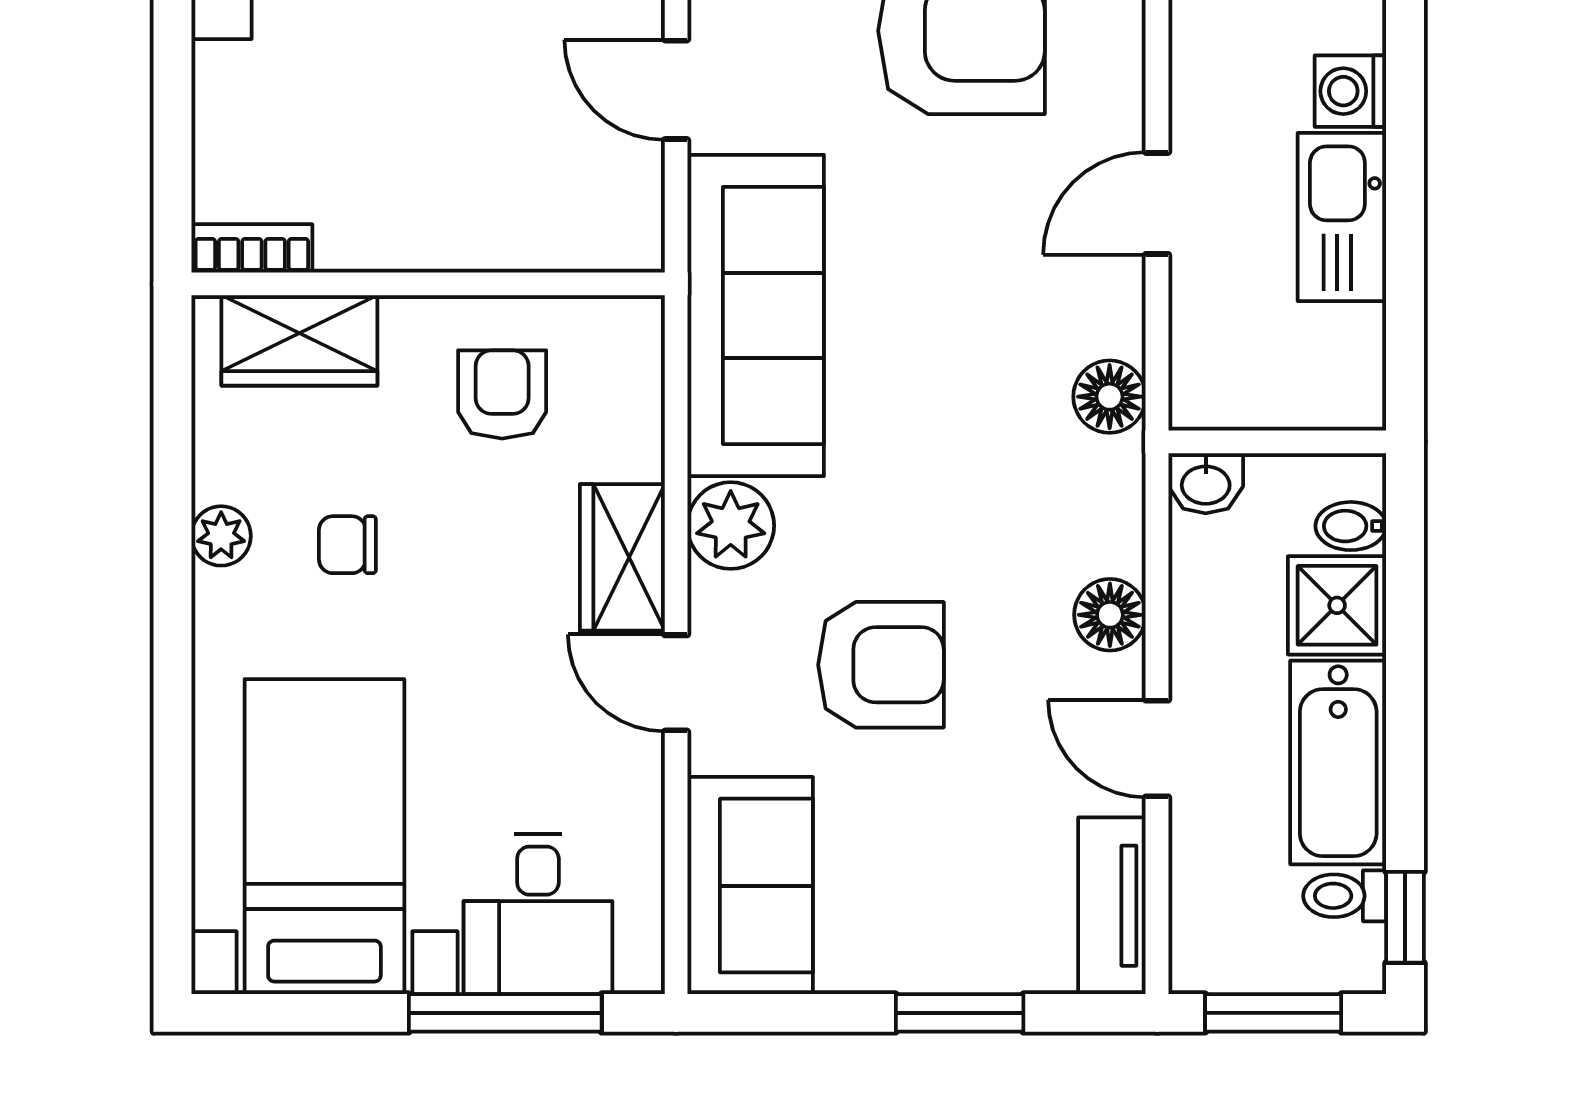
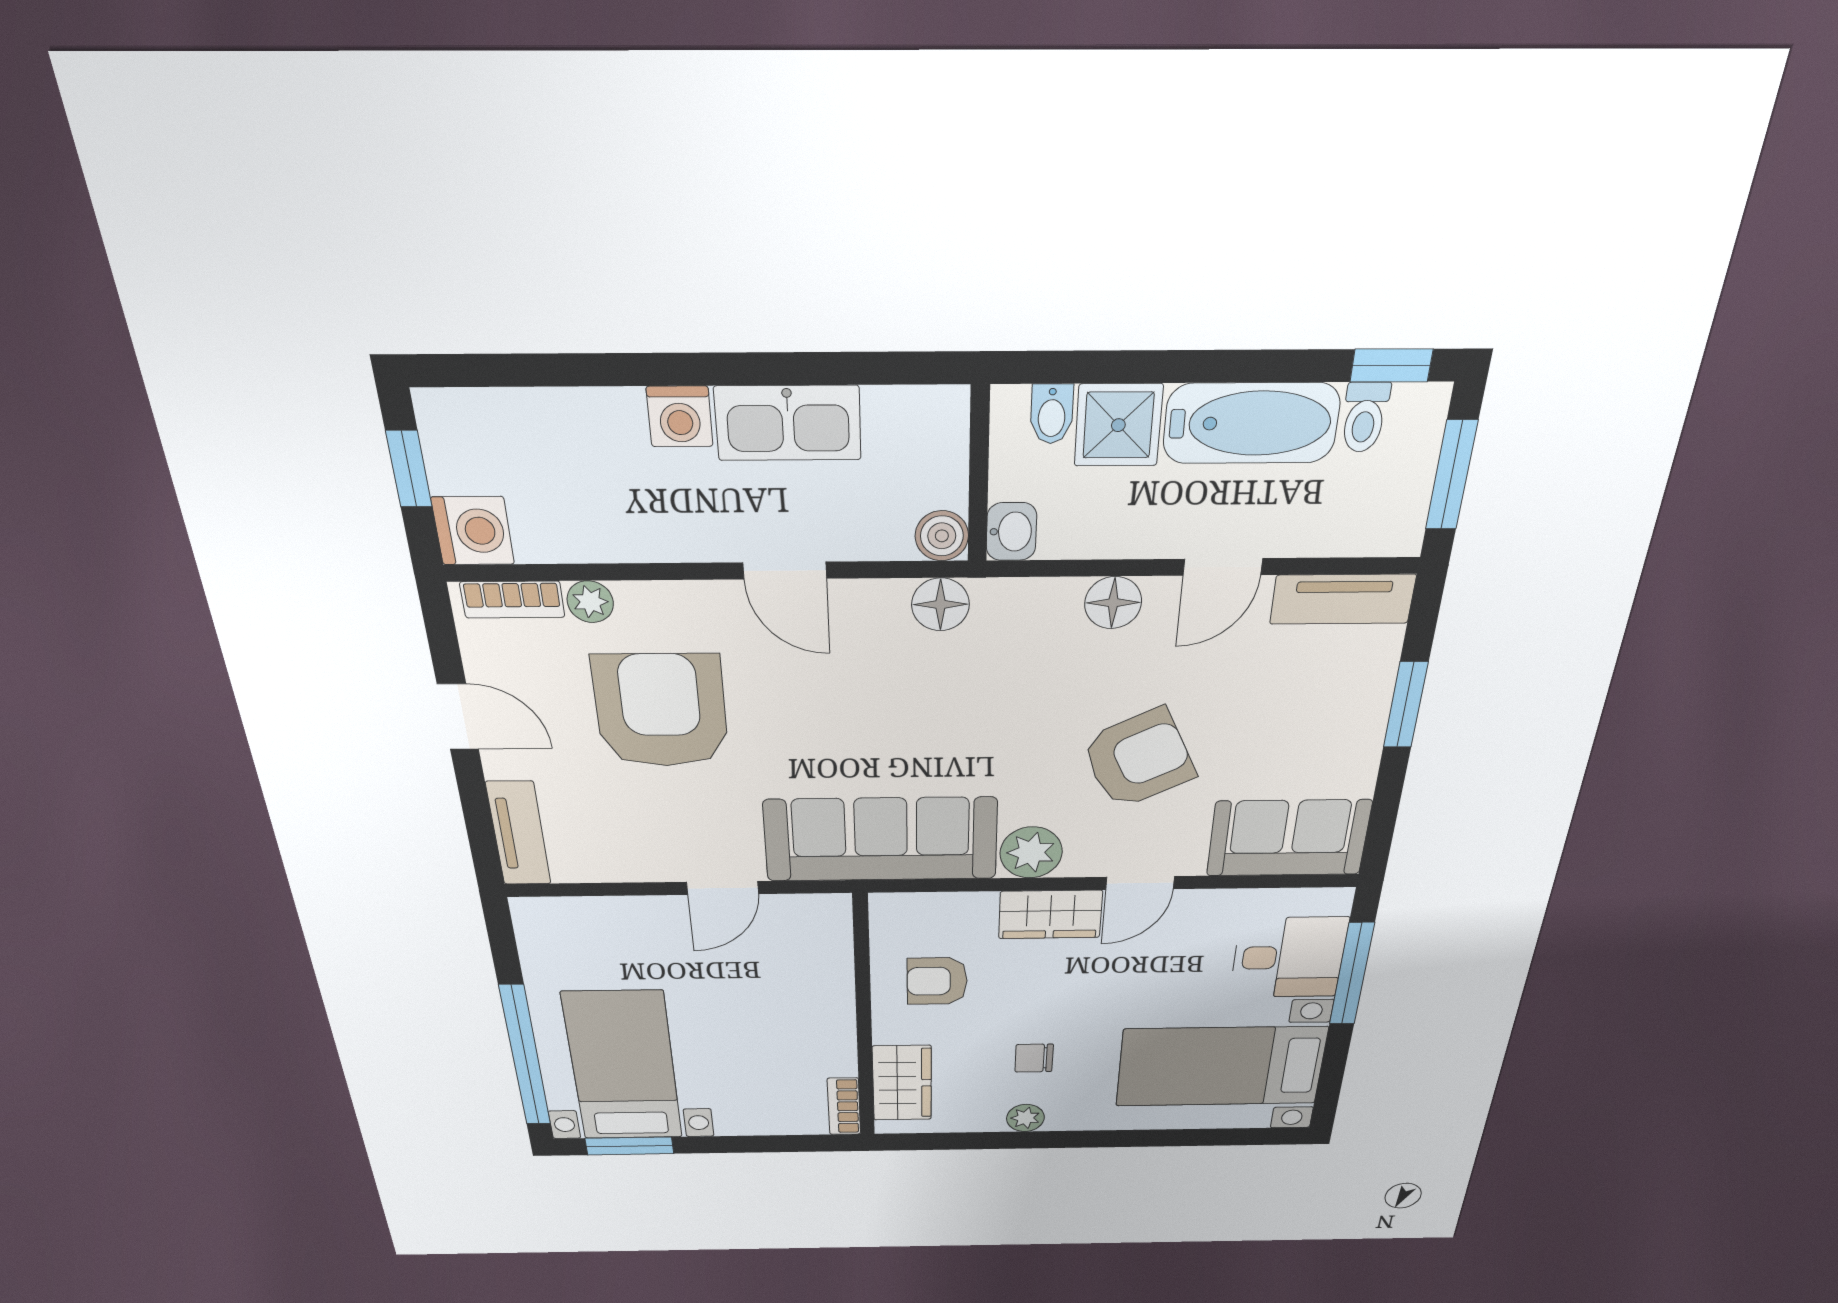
boiler: (1201, 398) -> (942, 536), added
chair: (347, 545) -> (1034, 1058), turned 90
armchair: (881, 665) -> (1139, 759), turned 64

